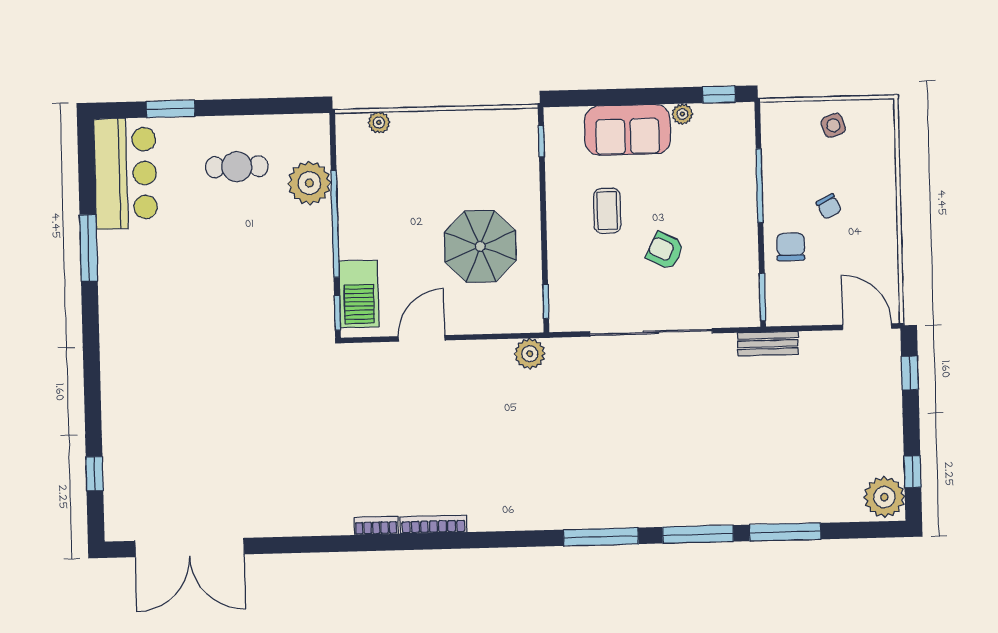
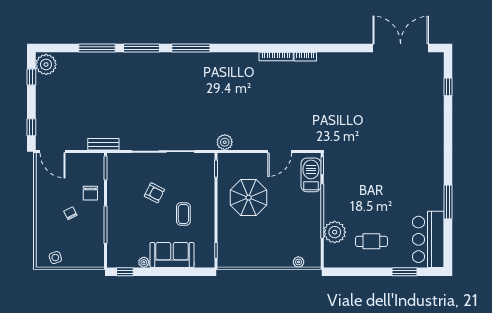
side table: (833, 125) -> (55, 258), moved

